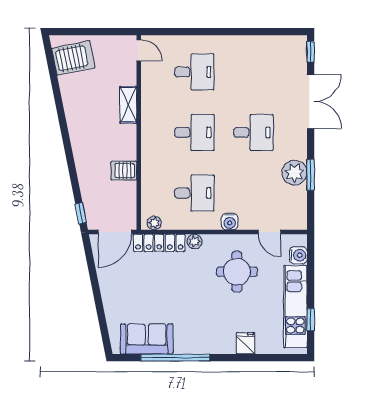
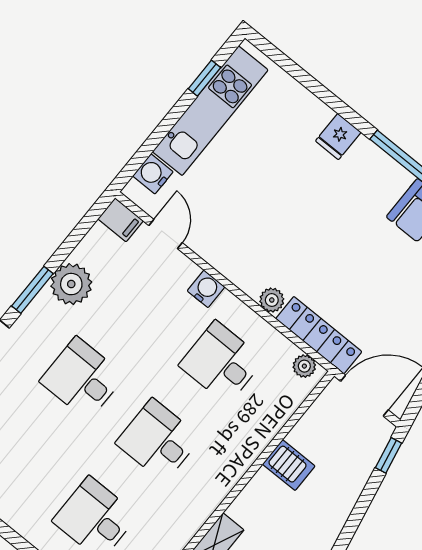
window: (311, 175) -> (32, 290), moved
filing cabinet: (296, 221) -> (121, 220), added
round table: (237, 272) -> (249, 217), removed
fridge: (246, 343) -> (338, 137), moved

